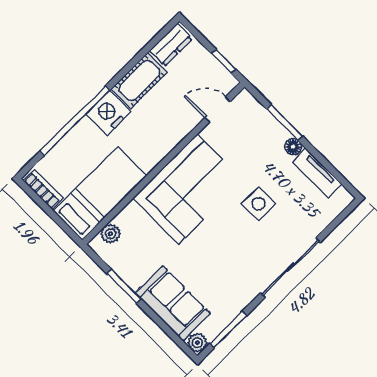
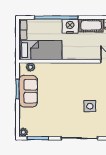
corner sofa: (188, 189) -> (71, 78), removed
sofa: (173, 303) -> (28, 91), moved

